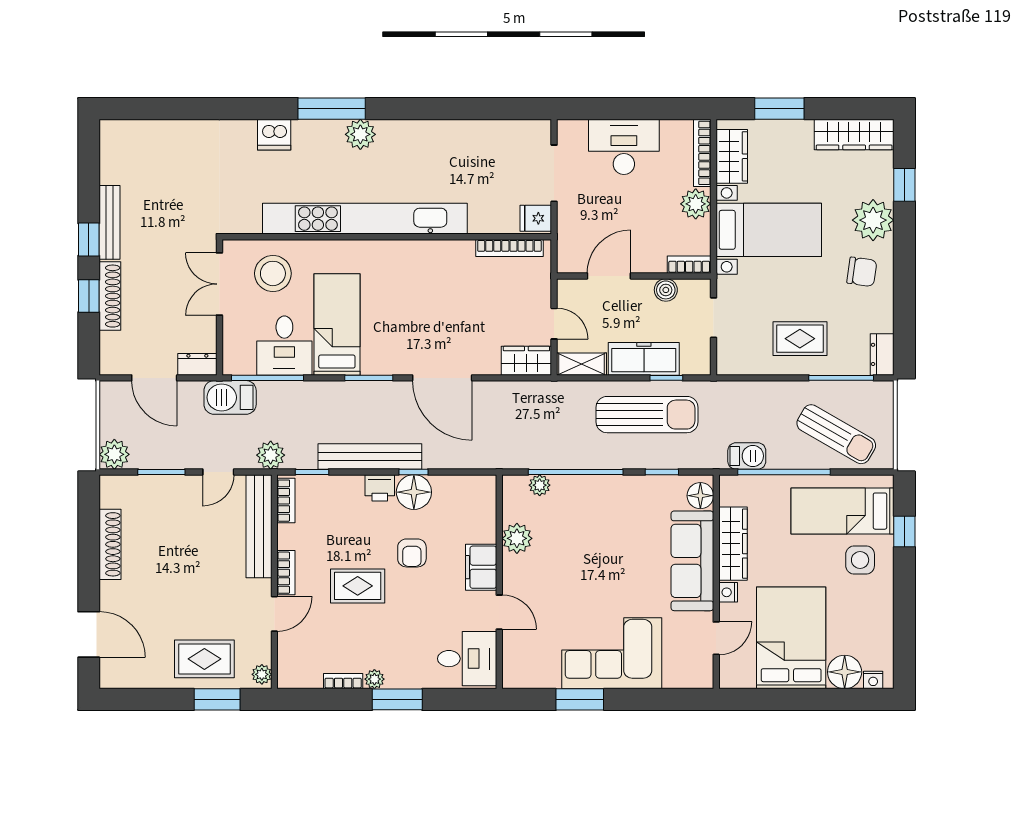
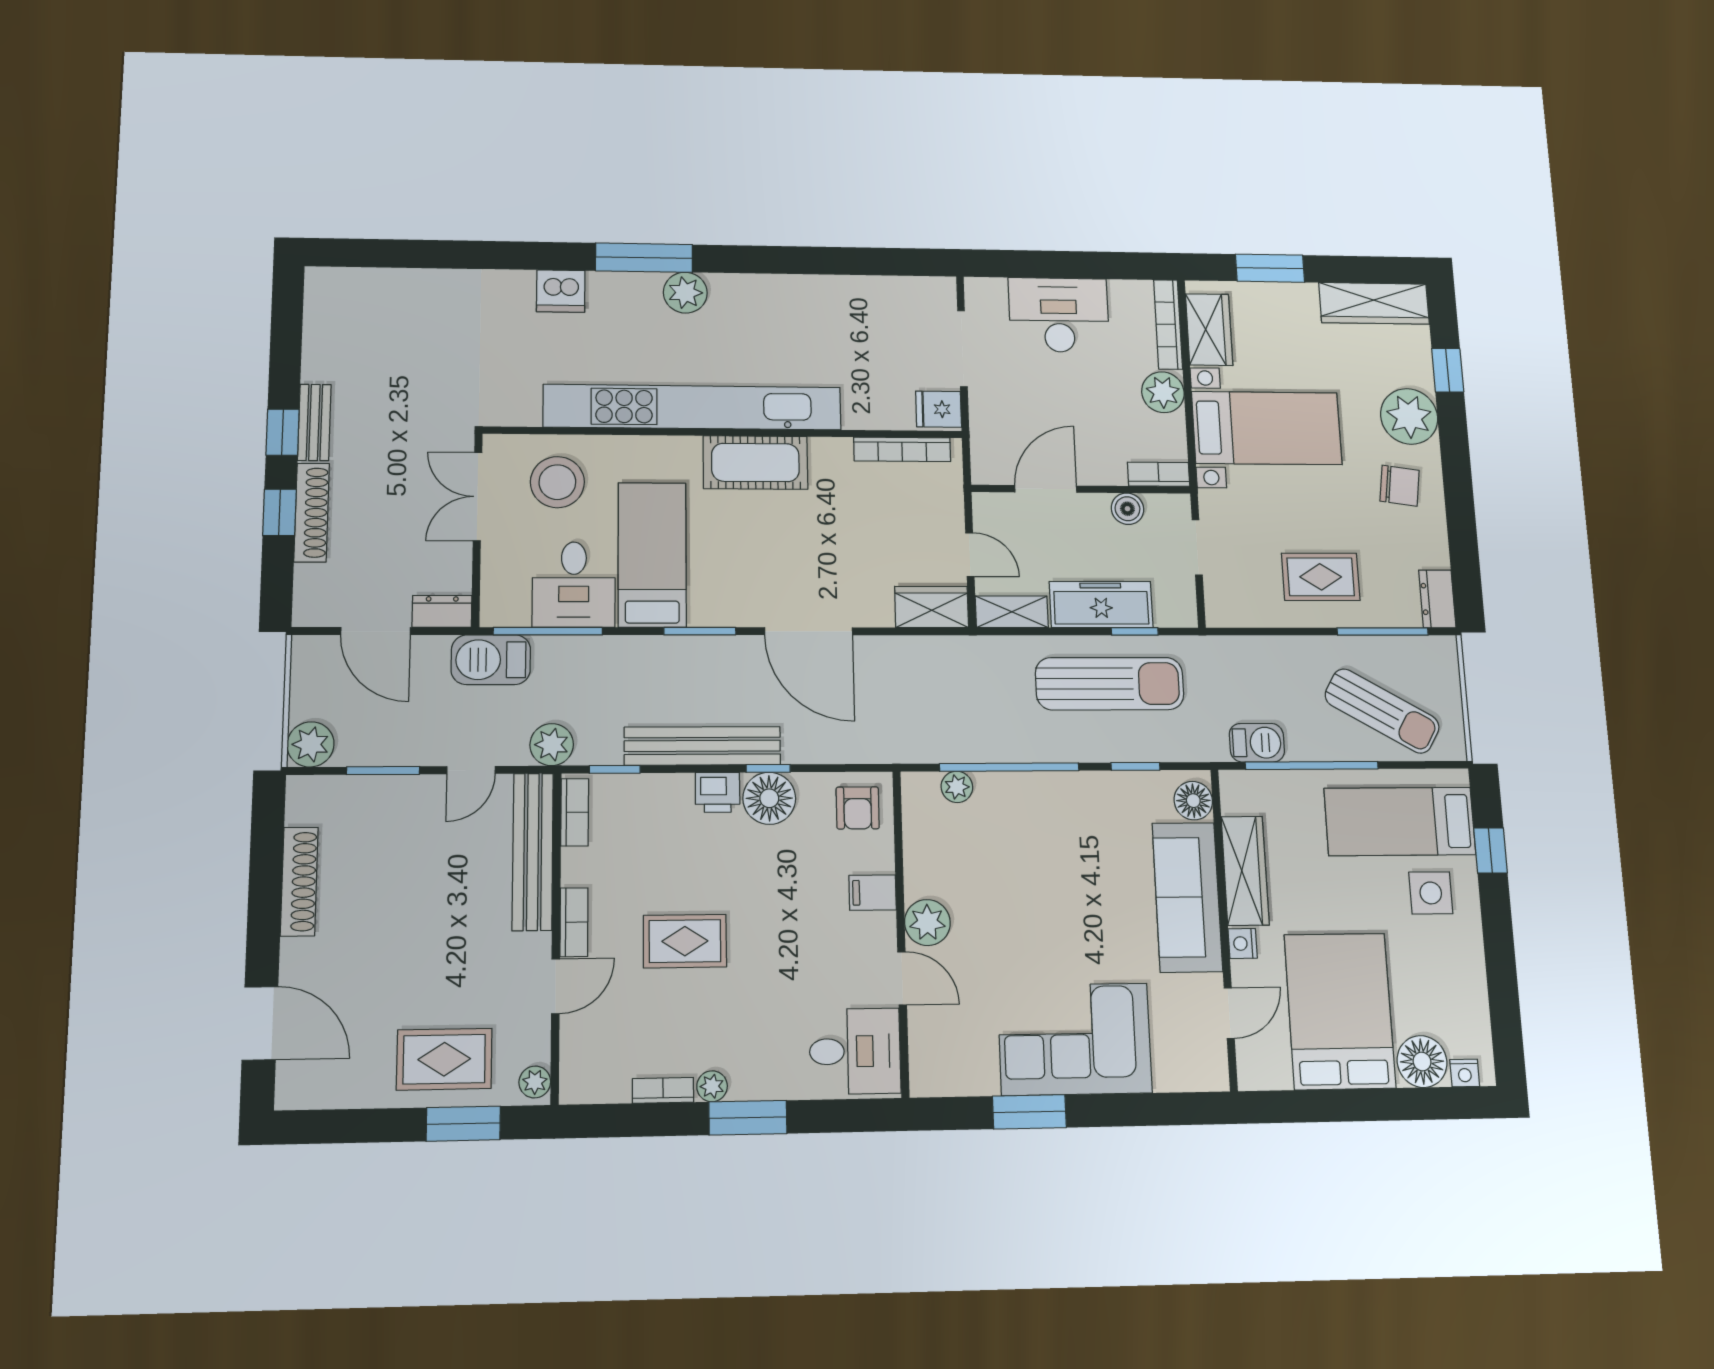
bench: (110, 222) -> (314, 422), width x0.73
cot: (408, 258) -> (755, 463), added
plant: (517, 538) -> (927, 922), moved
armchair: (412, 553) -> (858, 808), moved
filing cabinet: (481, 567) -> (873, 893), width x0.50

